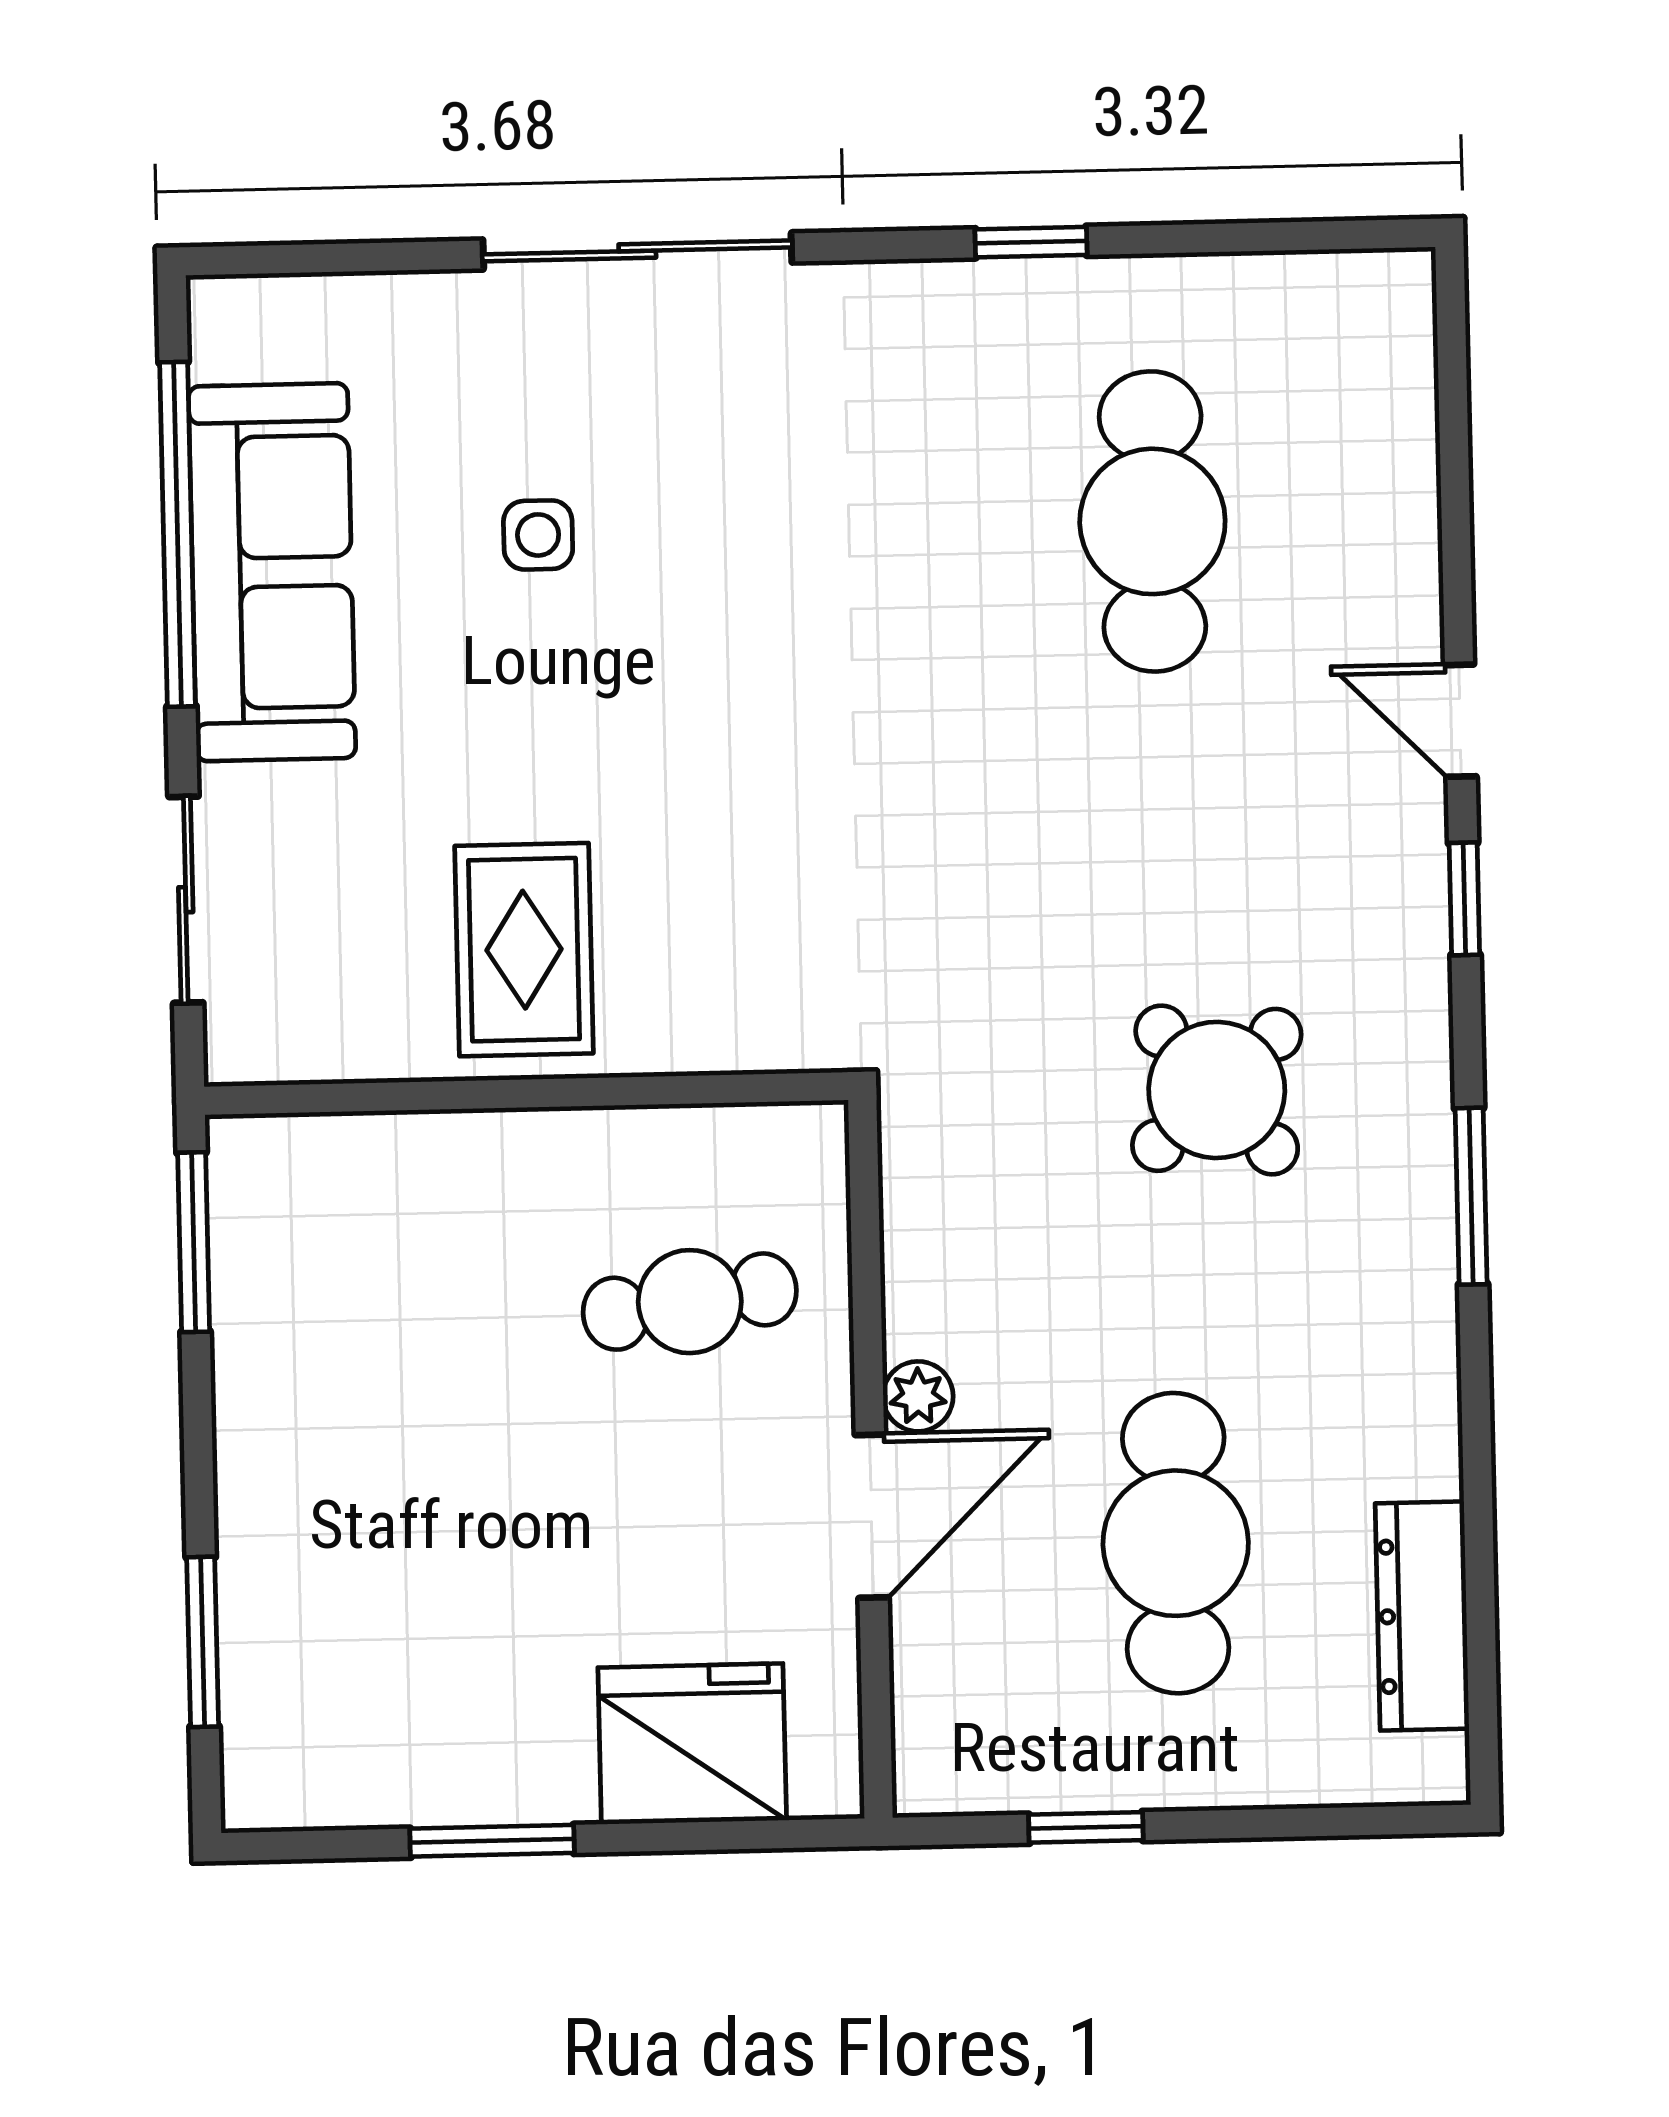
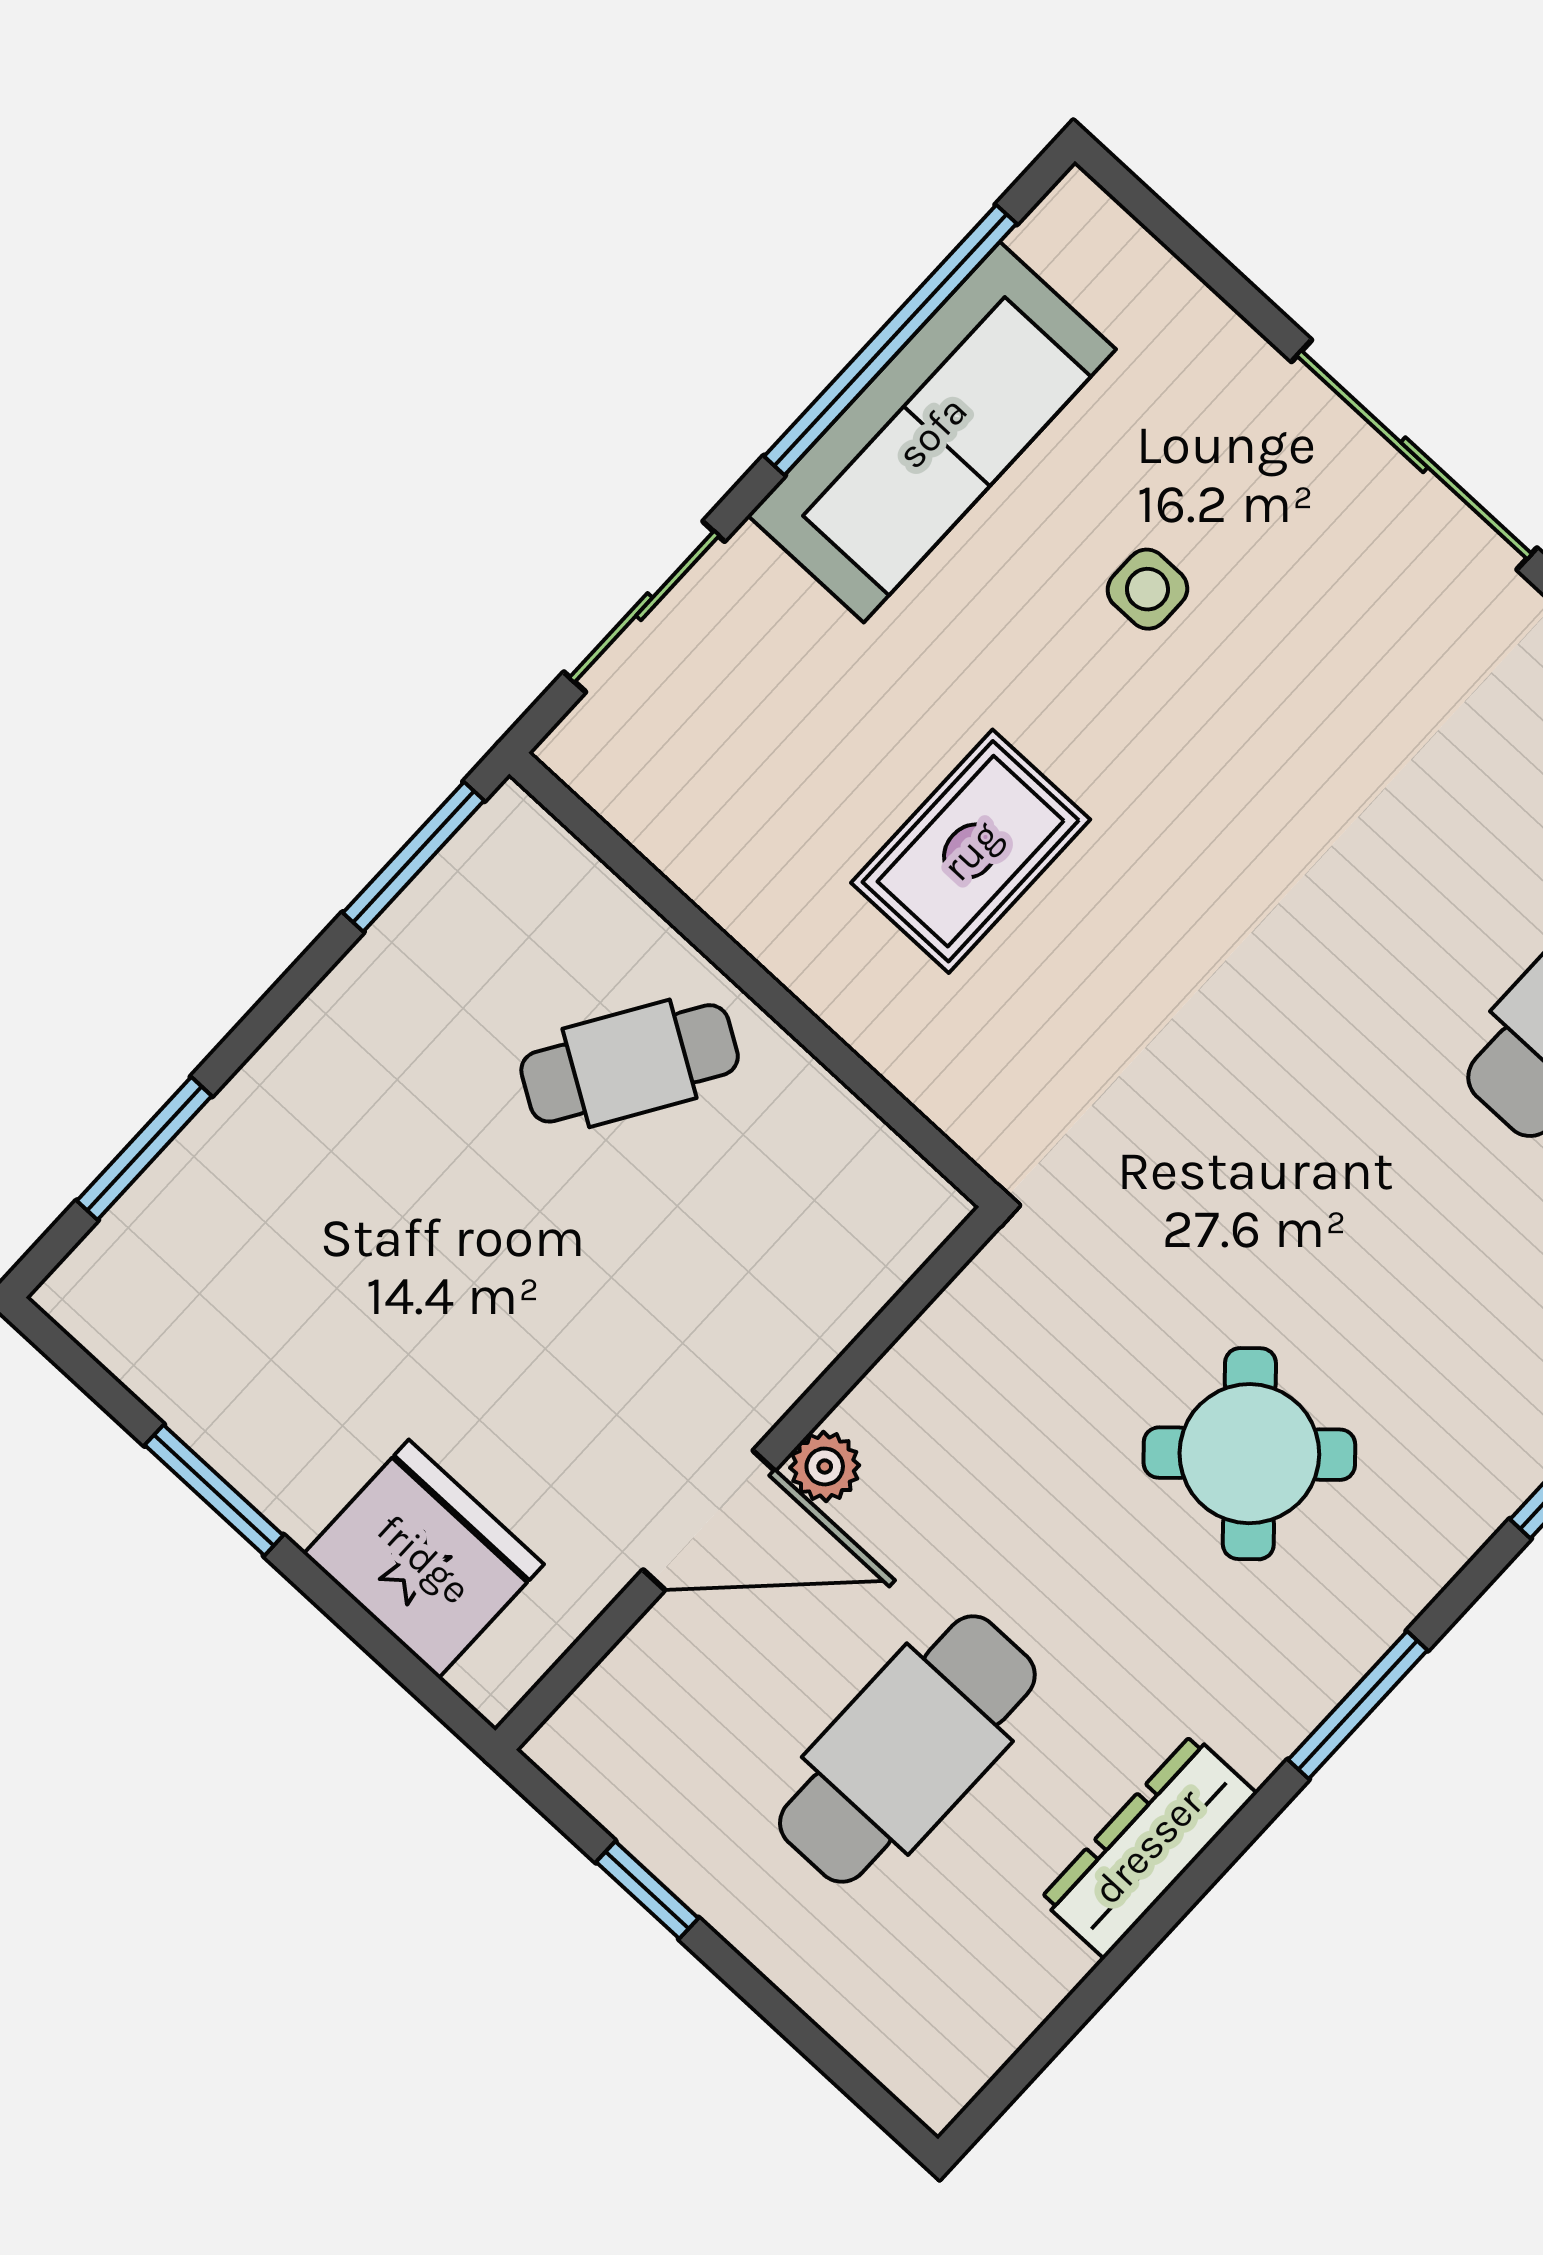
rug: (524, 950) -> (971, 851), moved
cafe table: (690, 1302) -> (630, 1063), moved, turned -50
dresser: (1422, 1616) -> (1148, 1846), moved

